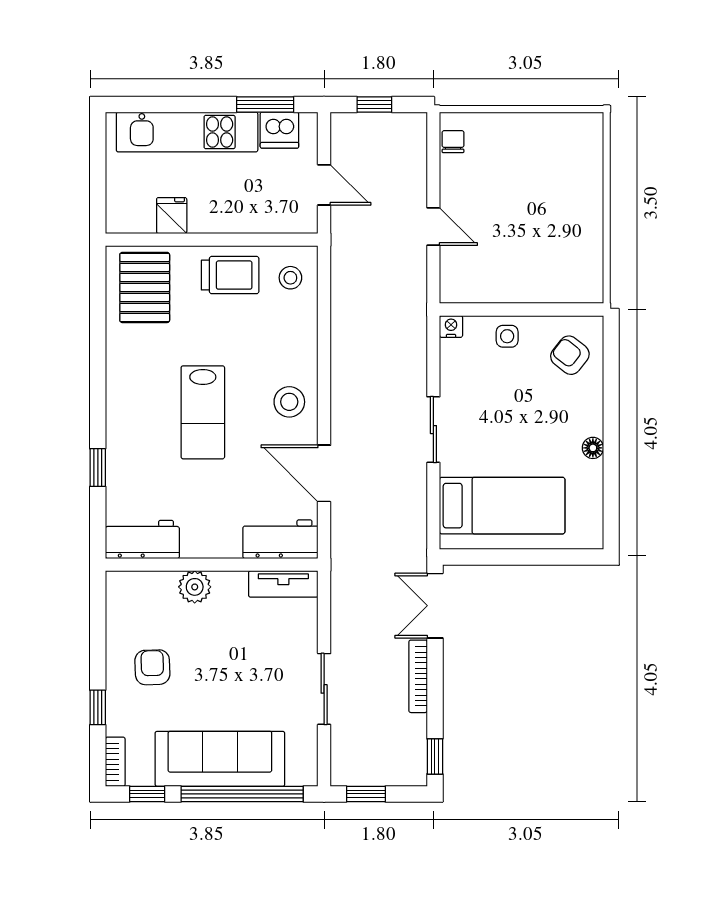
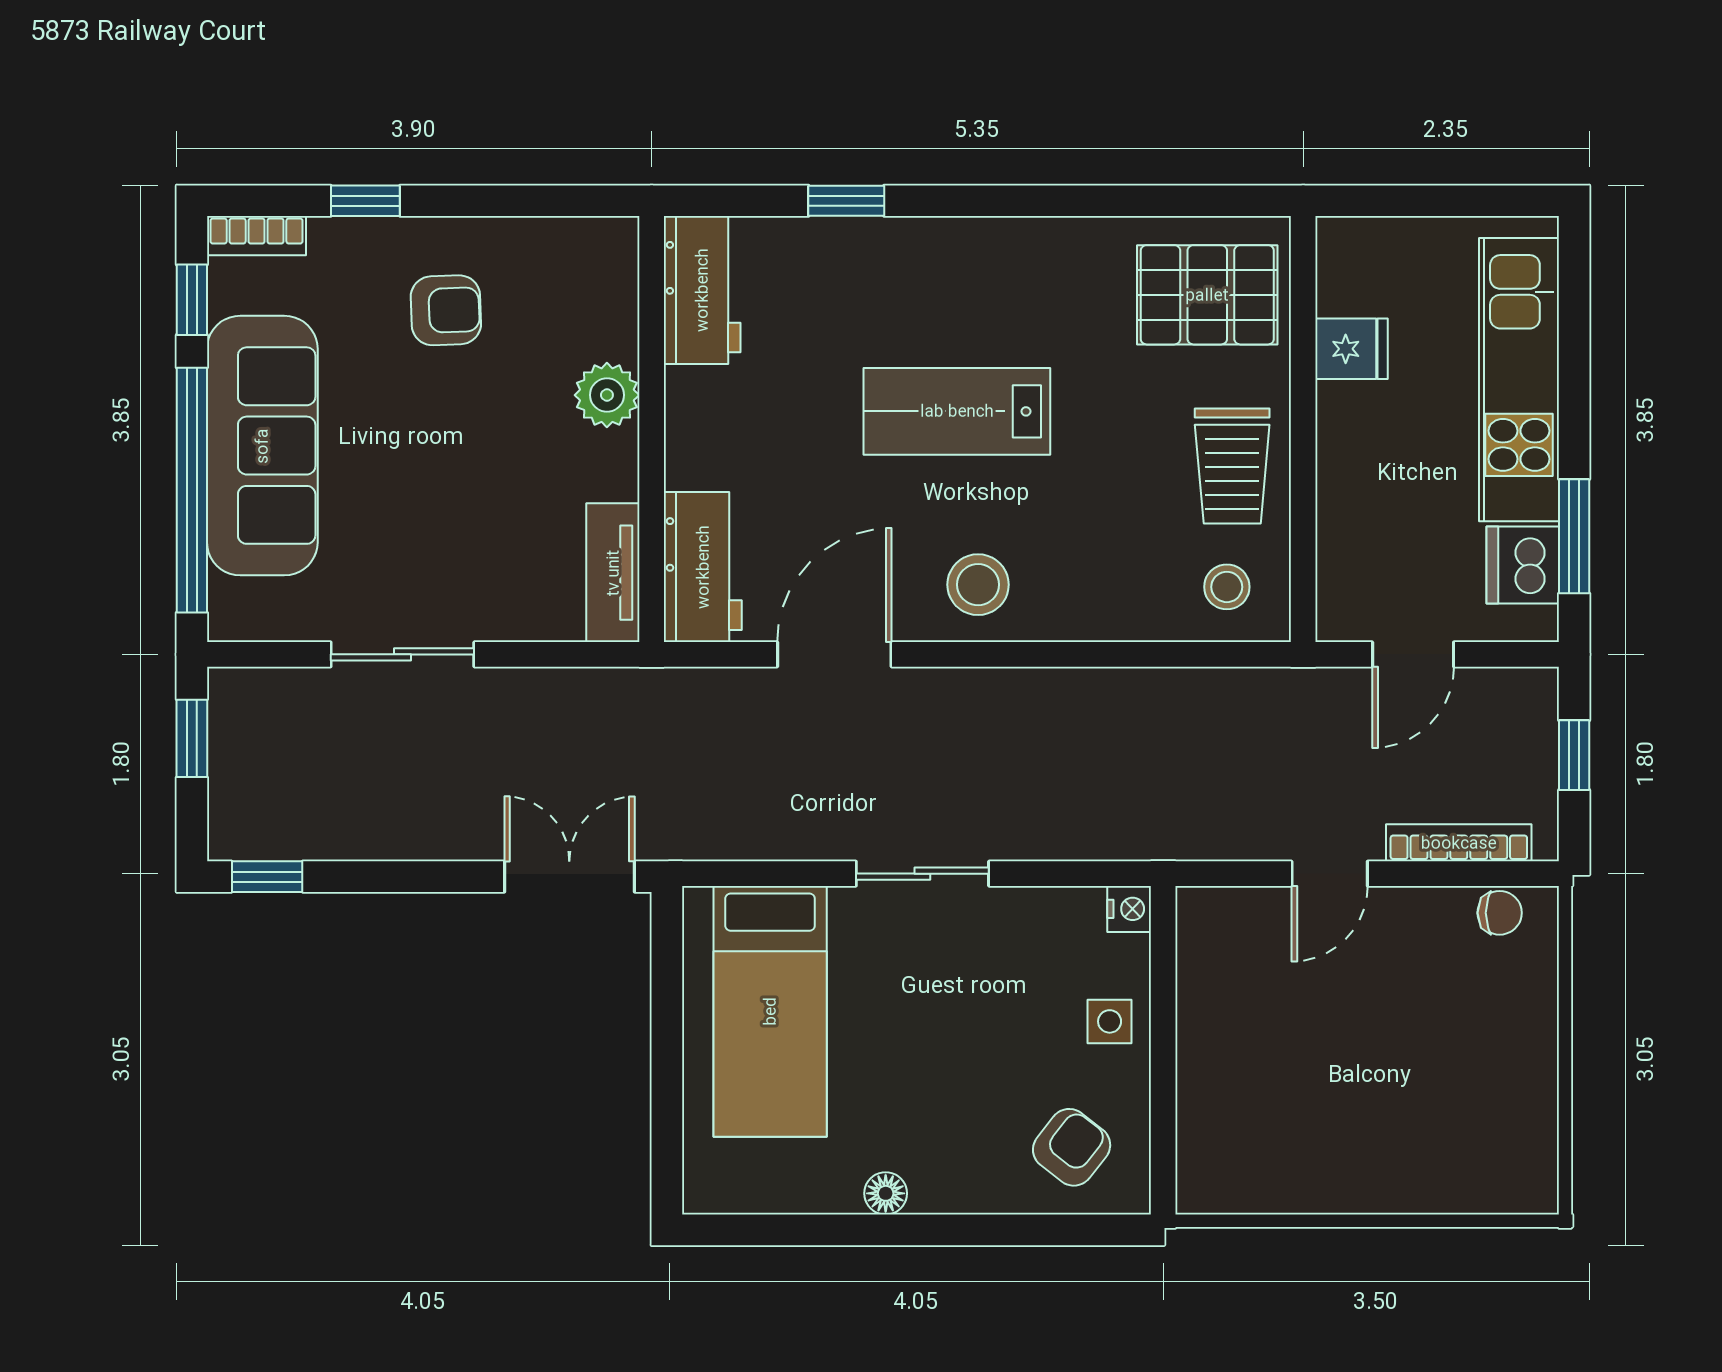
bookcase: (418, 676) -> (1459, 843), moved

